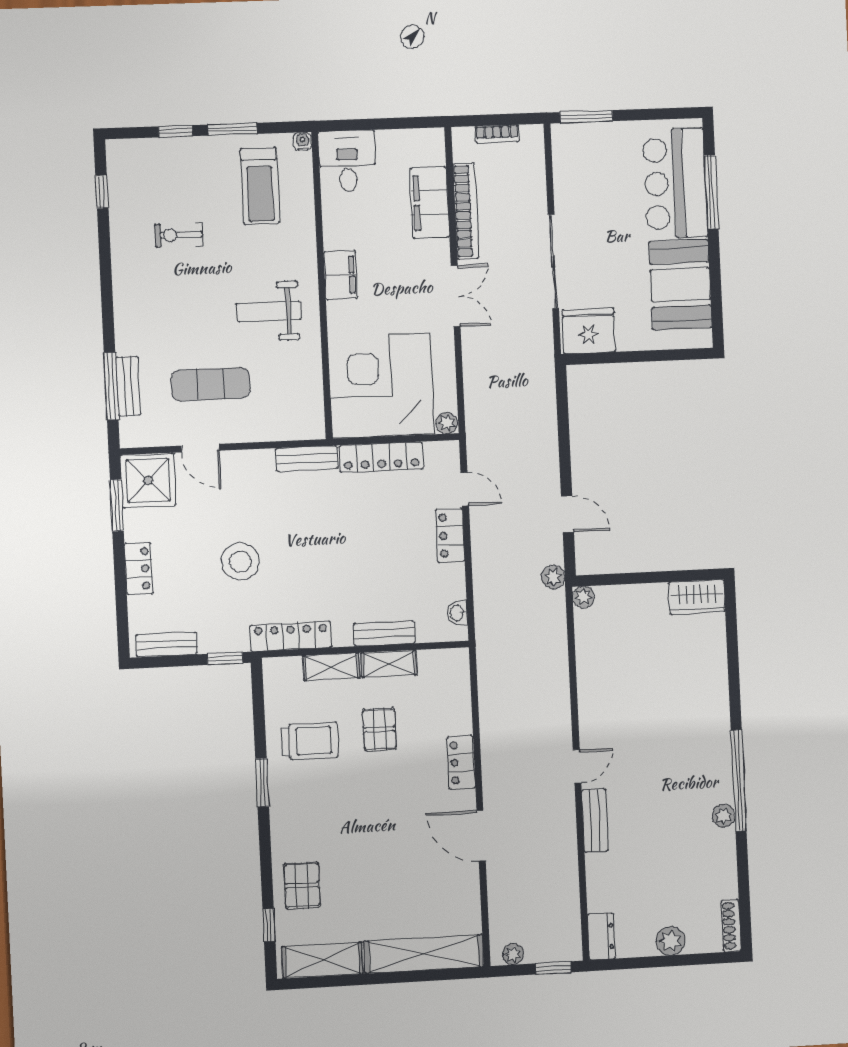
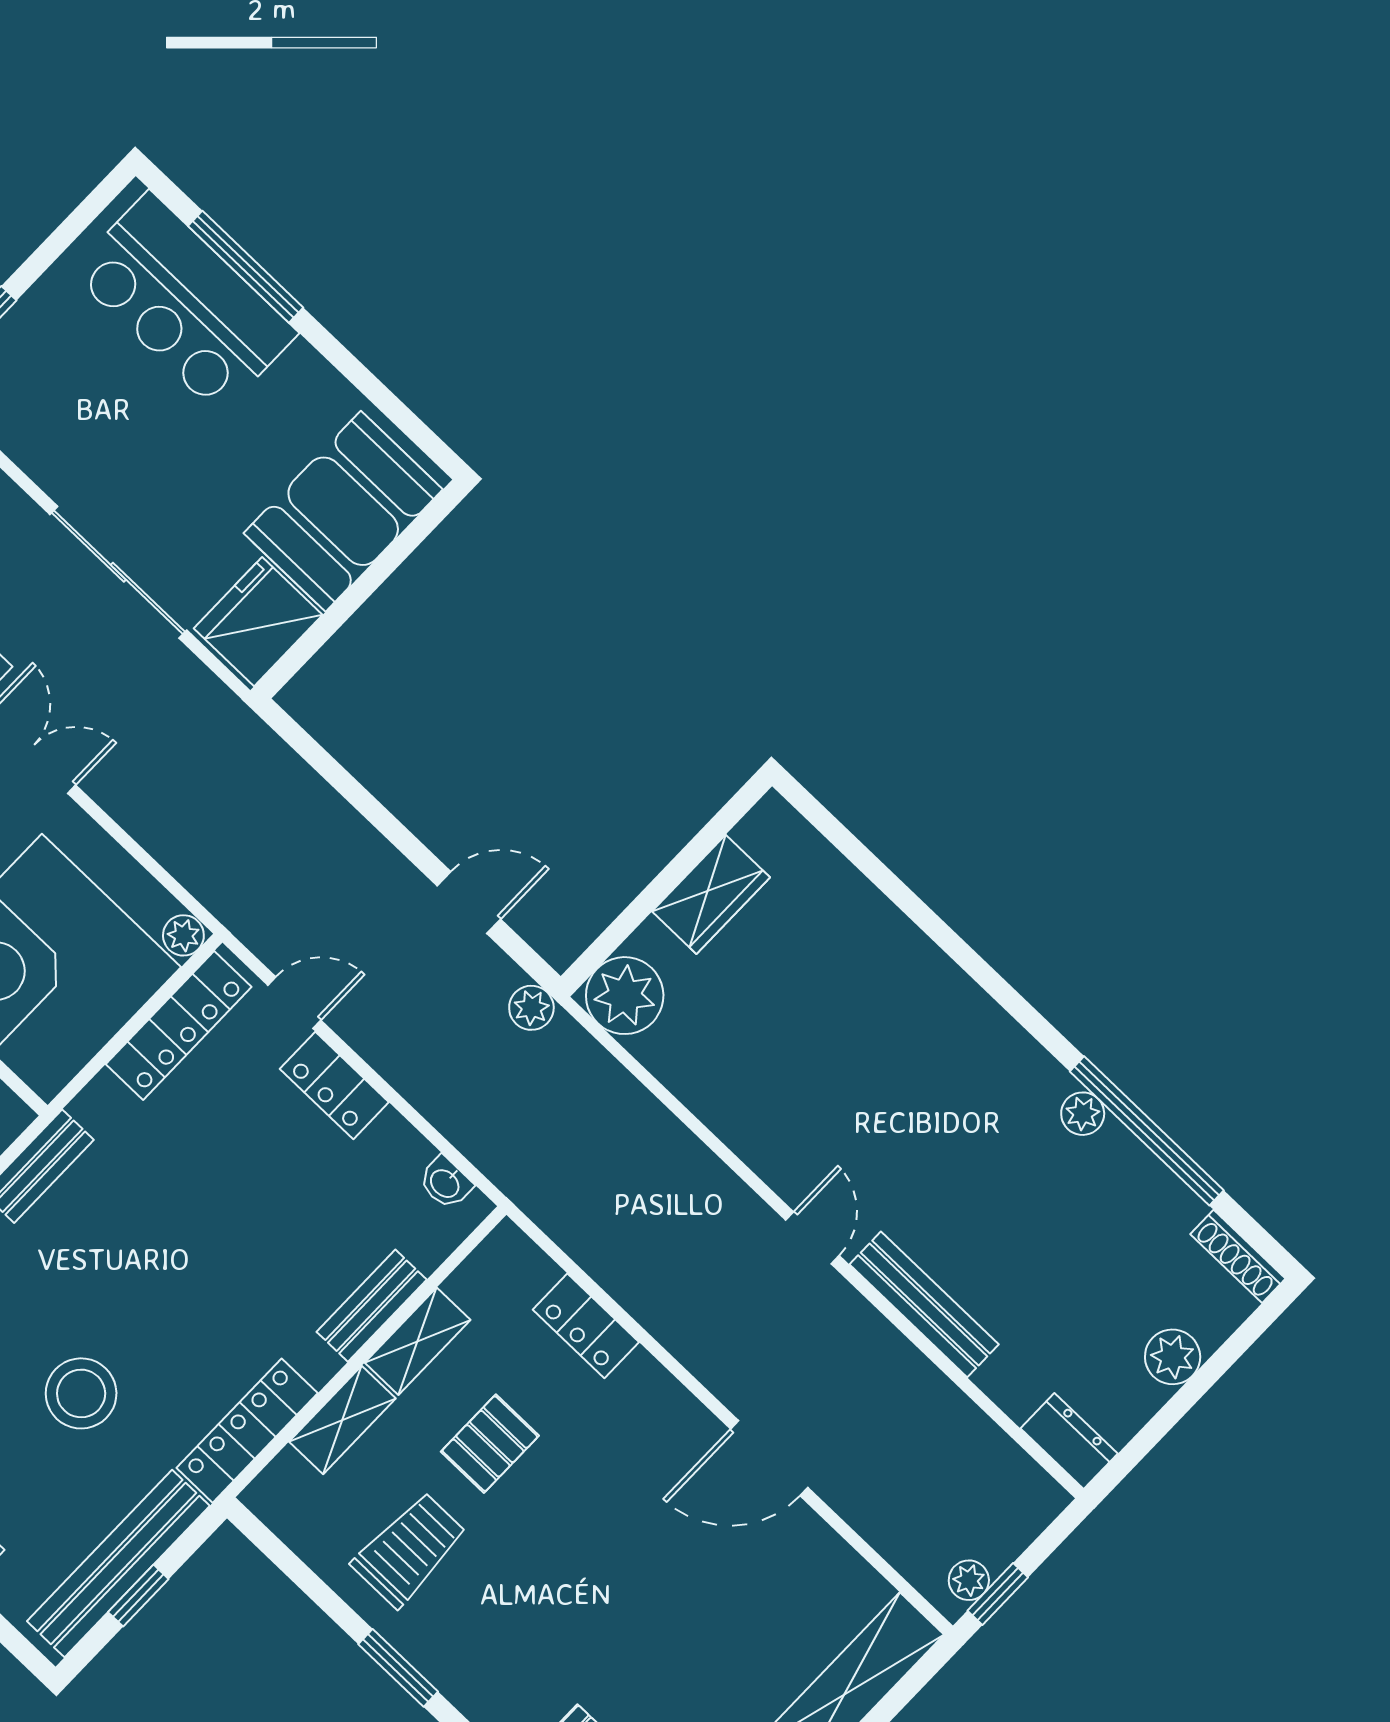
booth: (680, 285) -> (343, 511), moved, turned 90
locker: (381, 457) -> (179, 1025), moved
plant: (583, 597) -> (625, 996), width x1.88, depth x1.88
wardrobe: (697, 597) -> (711, 894), moved
bench: (166, 644) -> (118, 1564), width x1.86, depth x1.21
window: (225, 658) -> (138, 1596), moved
pallet: (379, 729) -> (490, 1444), turned 90
locker: (461, 762) -> (586, 1326), moved
window: (739, 780) -> (1147, 1131), moved
bench: (595, 821) -> (924, 1304), width x1.36
window: (553, 968) -> (998, 1594), moved

